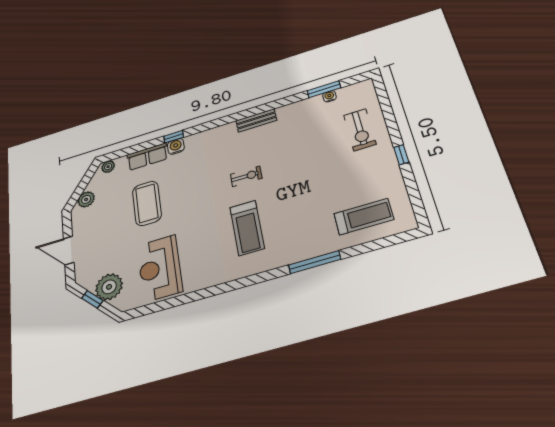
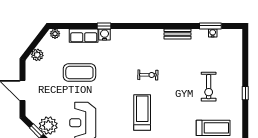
bench: (256, 120) -> (177, 34), moved
exercise bike: (360, 130) -> (209, 87), moved
coffee table: (147, 203) -> (79, 73), turned 90
treadmill: (247, 228) -> (142, 112), turned 180

